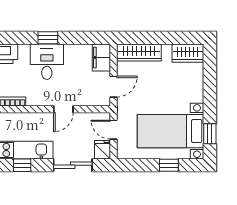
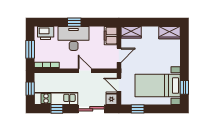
wardrobe: (139, 53) -> (131, 32), width x0.67
desk: (47, 62) -> (74, 38), width x1.37
door: (63, 109) -> (85, 71), swing flipped
window: (169, 165) -> (138, 109), moved

